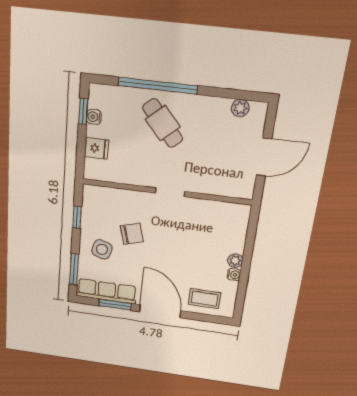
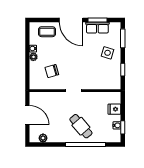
door: (264, 157) -> (27, 115), swing flipped
chair: (132, 234) -> (52, 71), moved
row of seats: (107, 291) -> (97, 28), width x0.68

